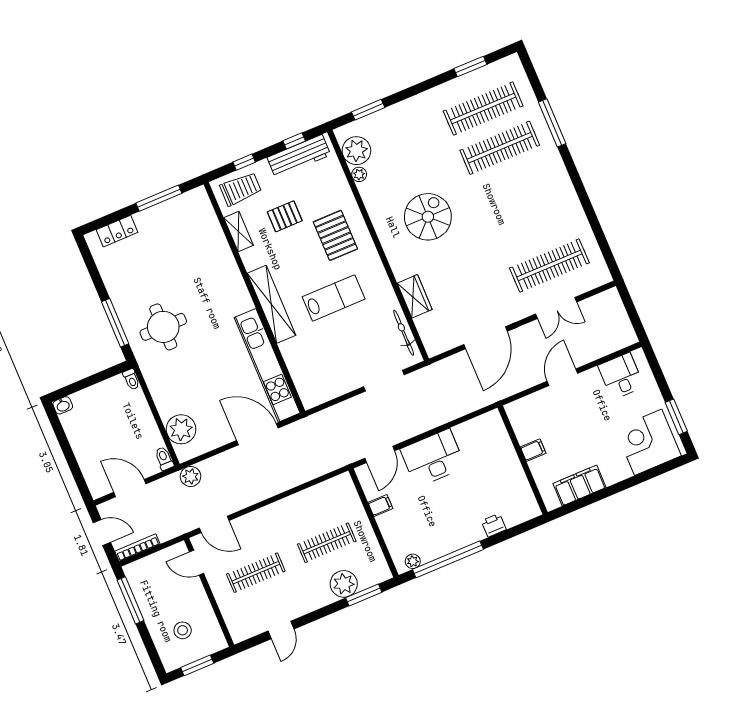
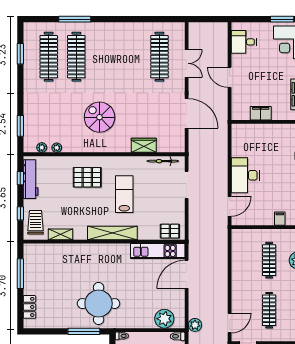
plant: (356, 151) -> (42, 148), width x0.53, depth x0.53
pallet: (285, 216) -> (170, 231), moved, turned 90
round table: (163, 327) -> (99, 304), width x1.36, depth x1.36
kitchen unit: (267, 365) -> (158, 251), width x0.73
filing cabinet: (533, 450) -> (261, 113), width x2.00
door: (380, 454) -> (230, 206), hinge flipped
filing cabinet: (380, 506) -> (280, 219), moved

